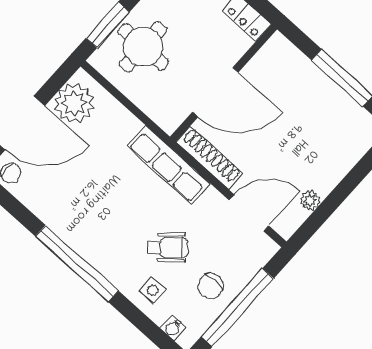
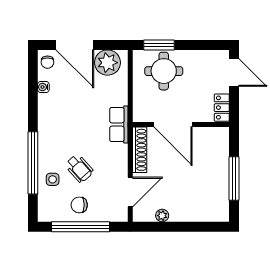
row of seats: (169, 165) -> (119, 124), width x0.68
door: (249, 213) -> (130, 192), hinge flipped
window: (77, 264) -> (33, 163), moved
water cooler: (173, 328) -> (43, 87), moved

